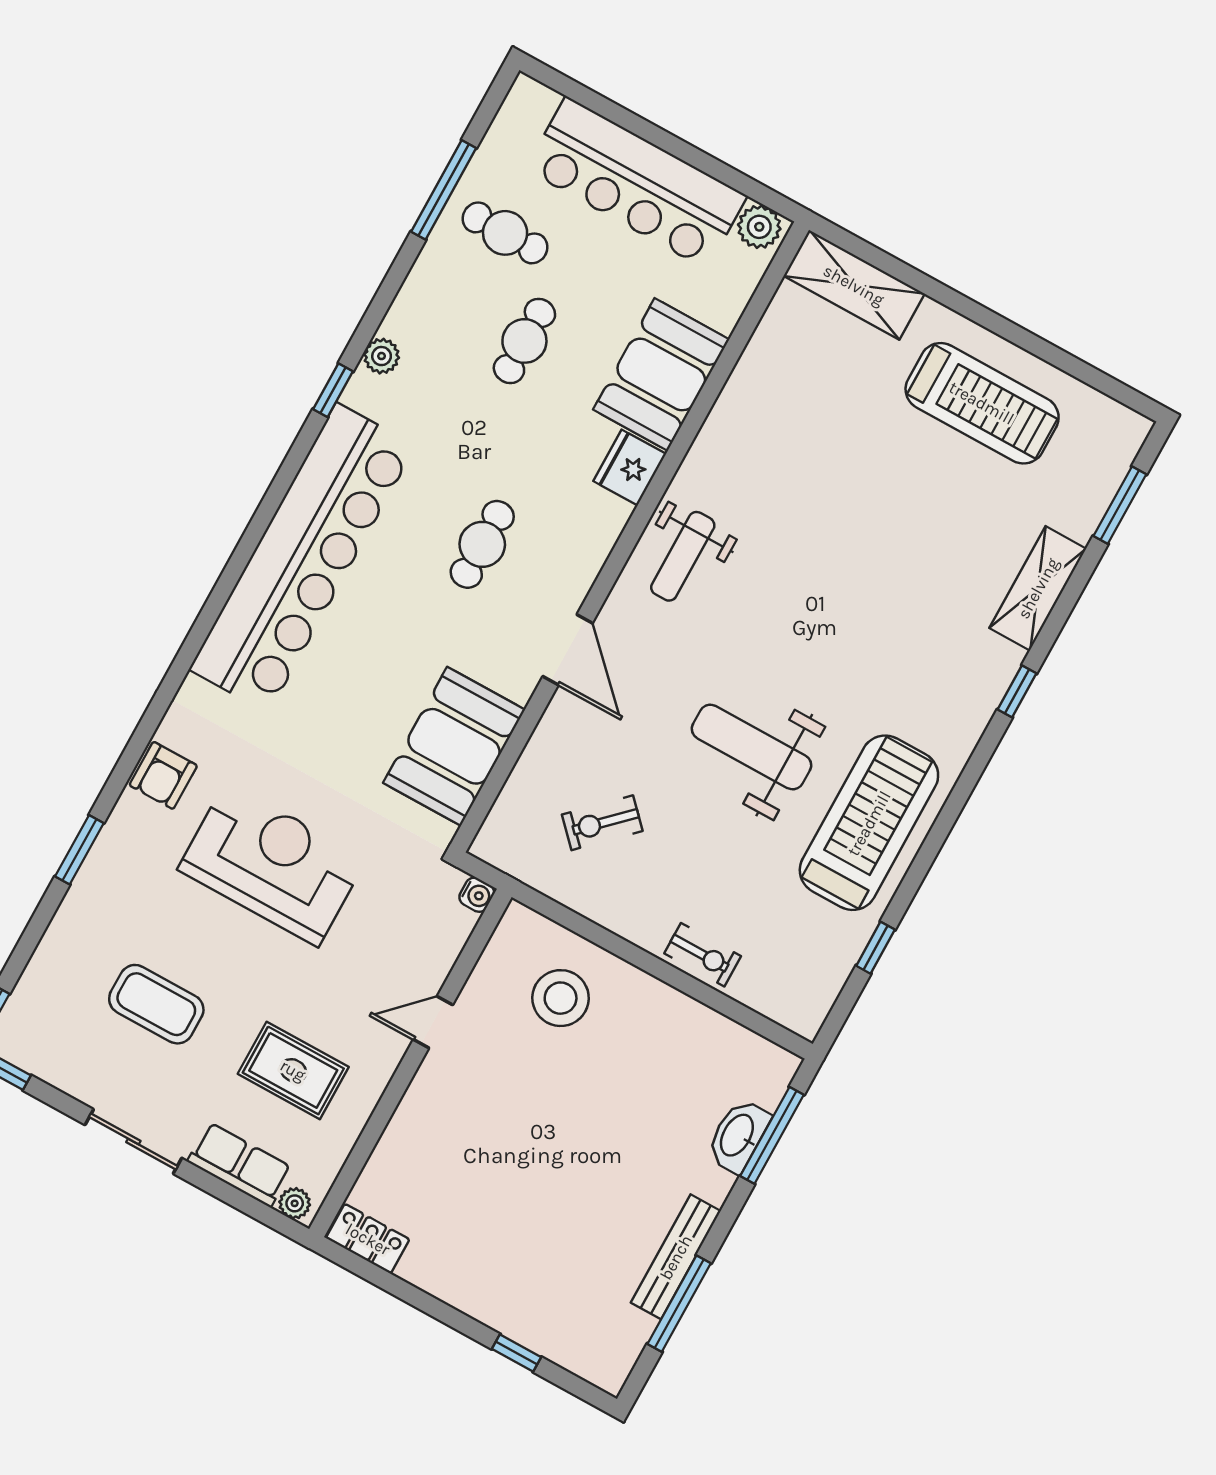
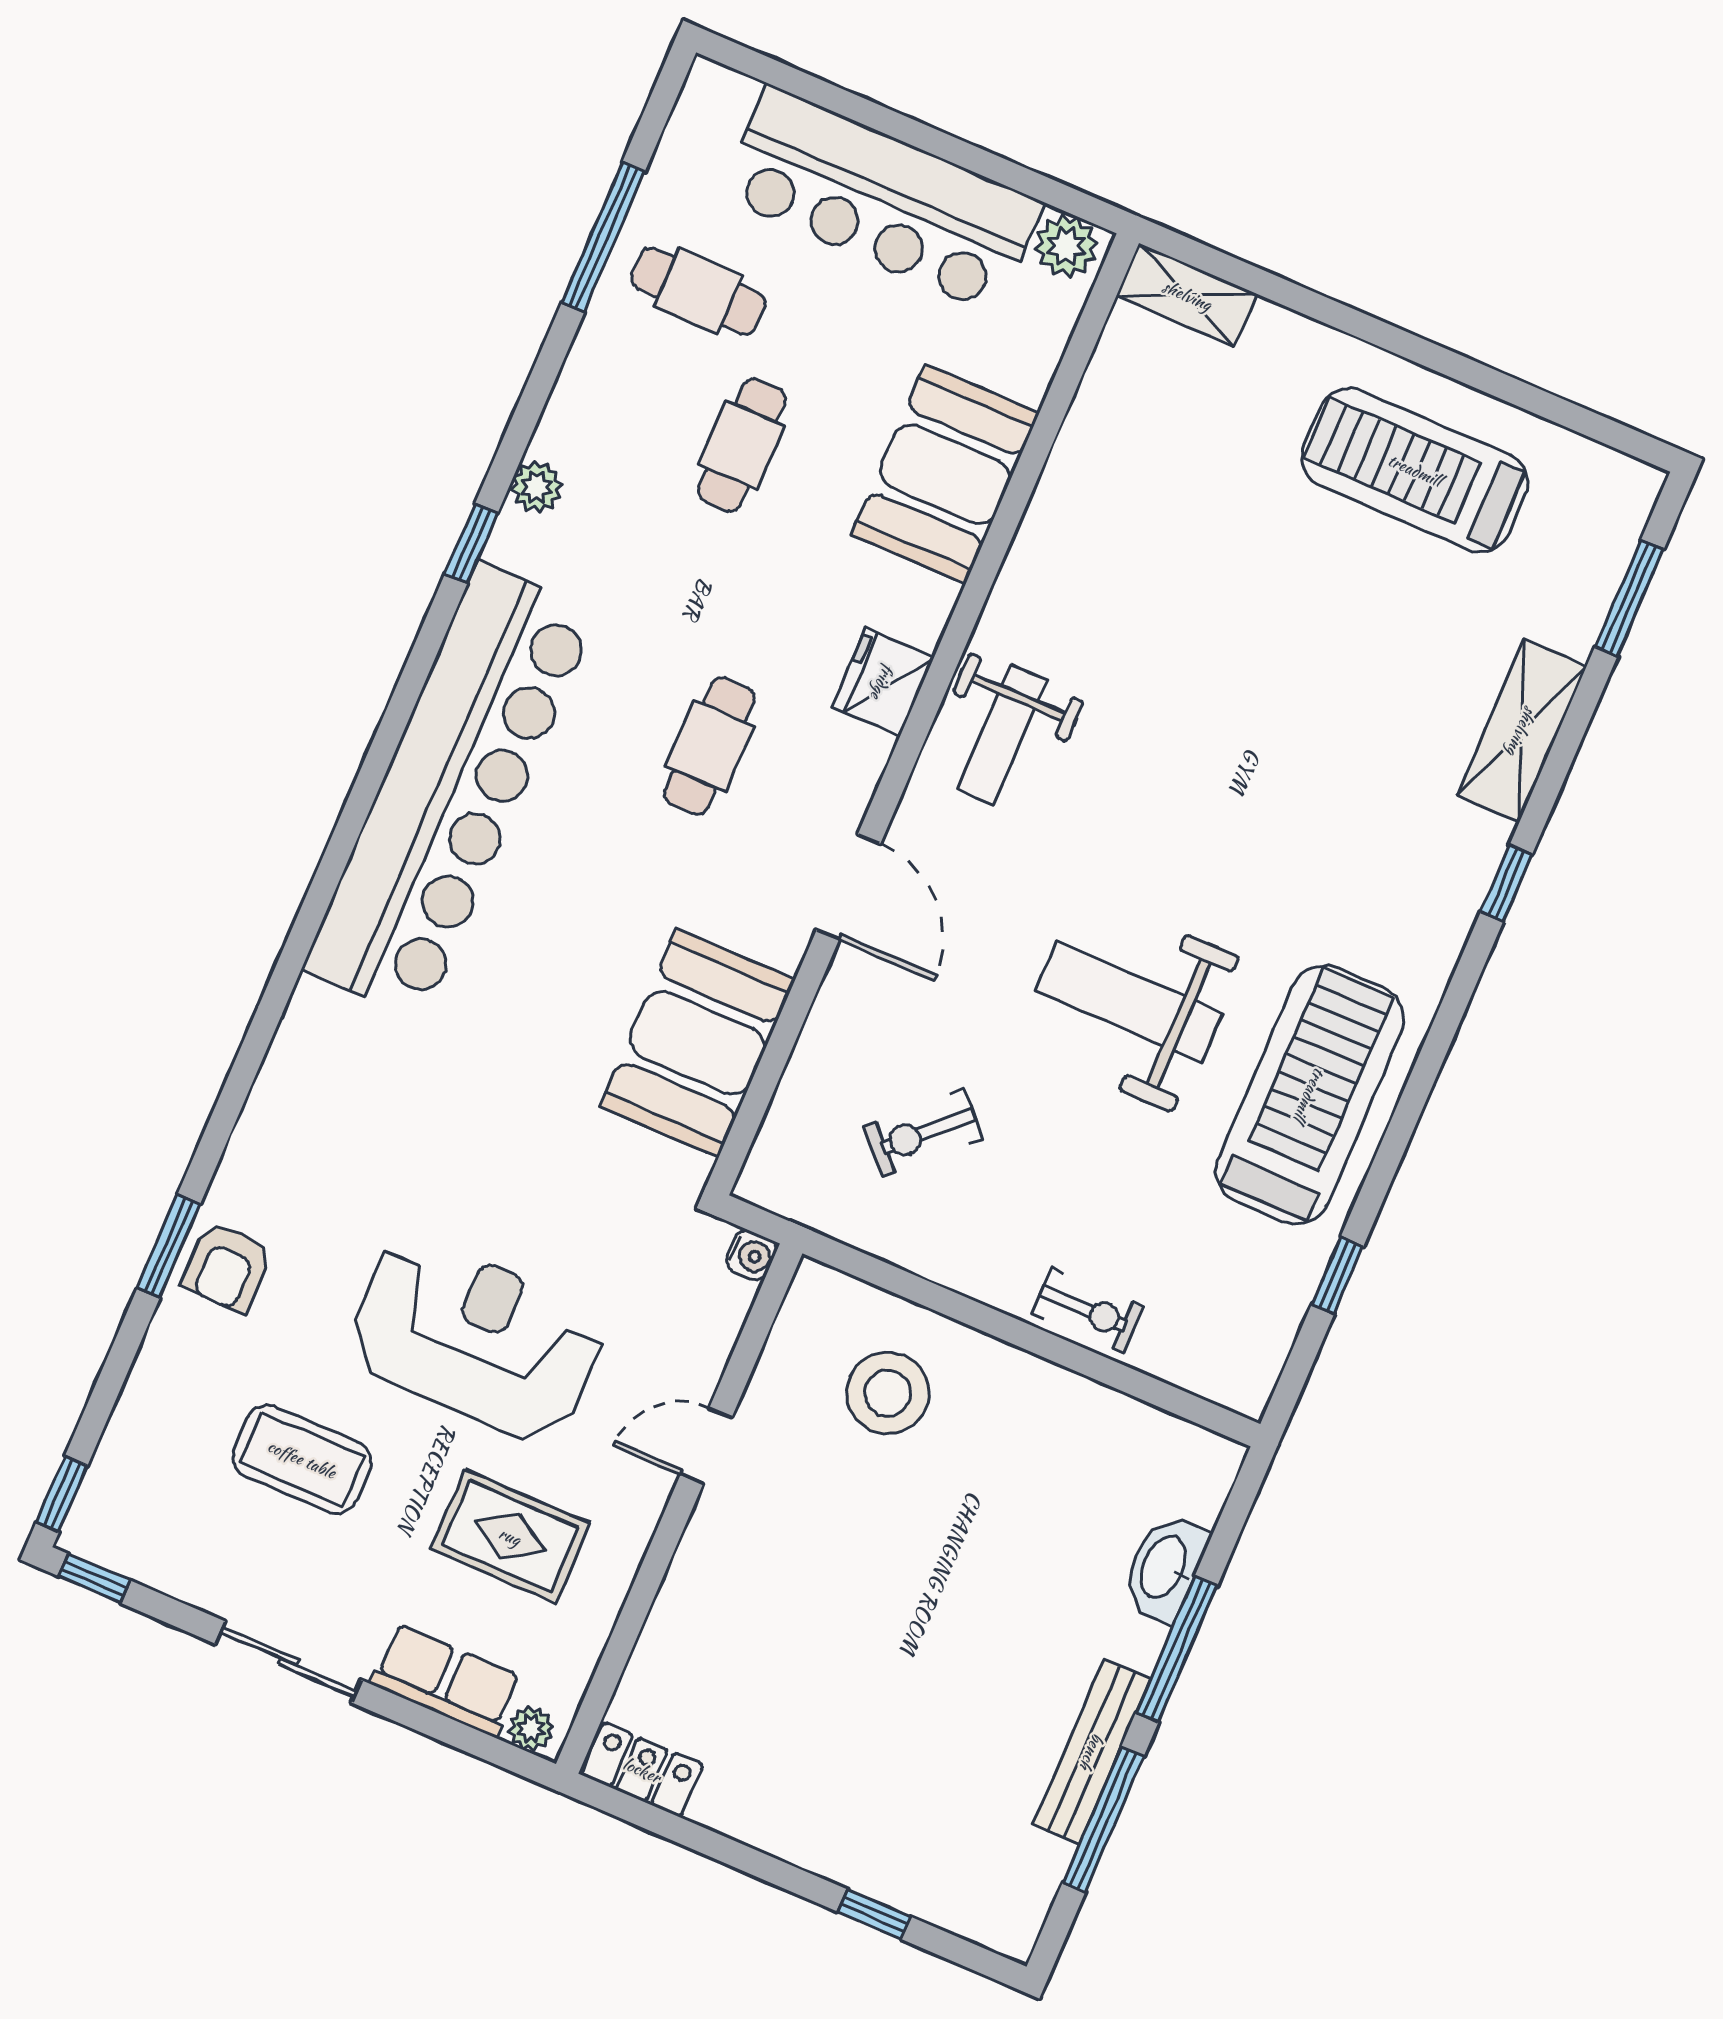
shelving: (854, 285) -> (1187, 295), width x0.67, depth x0.75
treadmill: (982, 403) -> (1415, 470), turned 180
fridge: (630, 468) -> (883, 682), moved
armchair: (163, 775) -> (227, 1267), moved
reception desk: (272, 864) -> (476, 1338), moved
window: (772, 1135) -> (1177, 1649), moved

